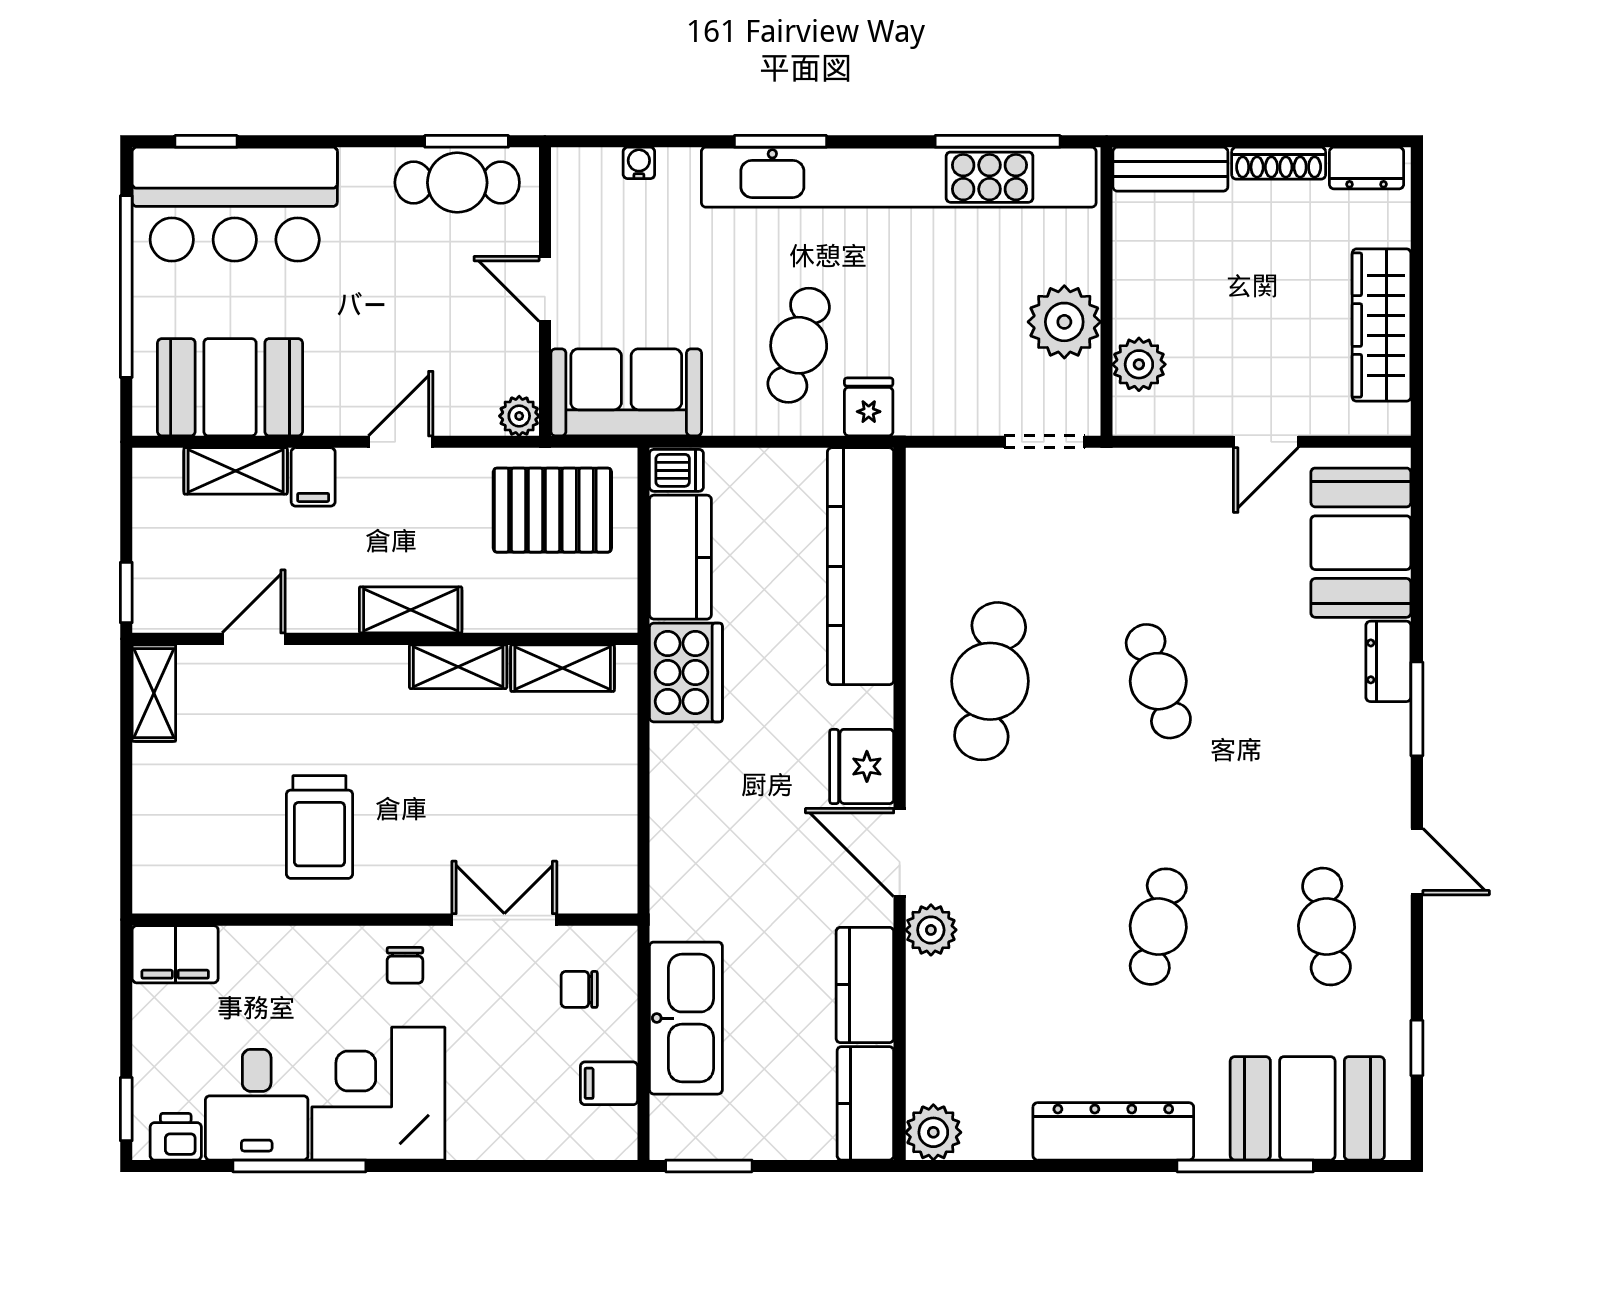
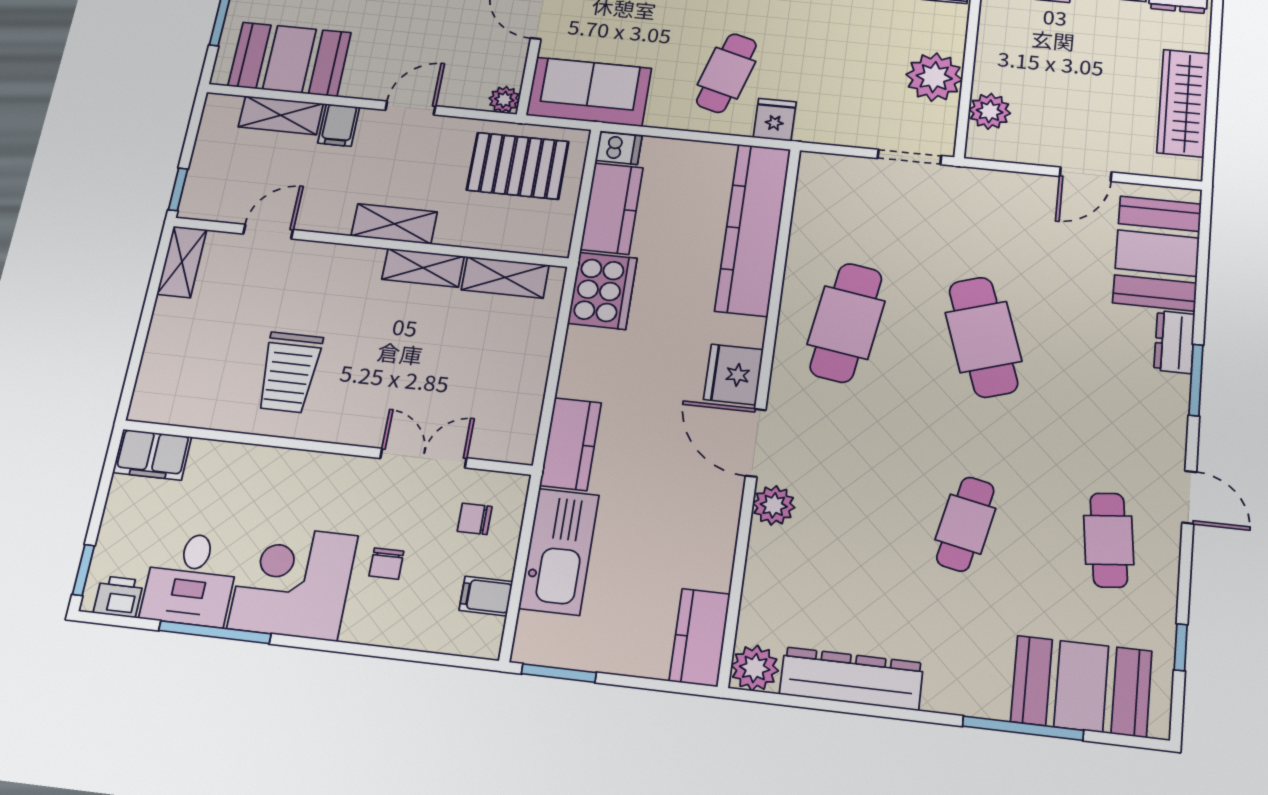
cafe table: (1158, 681) -> (983, 337), width x1.37, depth x1.35
chair: (405, 965) -> (386, 564), moved
kitchen counter: (865, 985) -> (571, 444), moved, turned 180
dresser: (1113, 1131) -> (851, 679), moved

